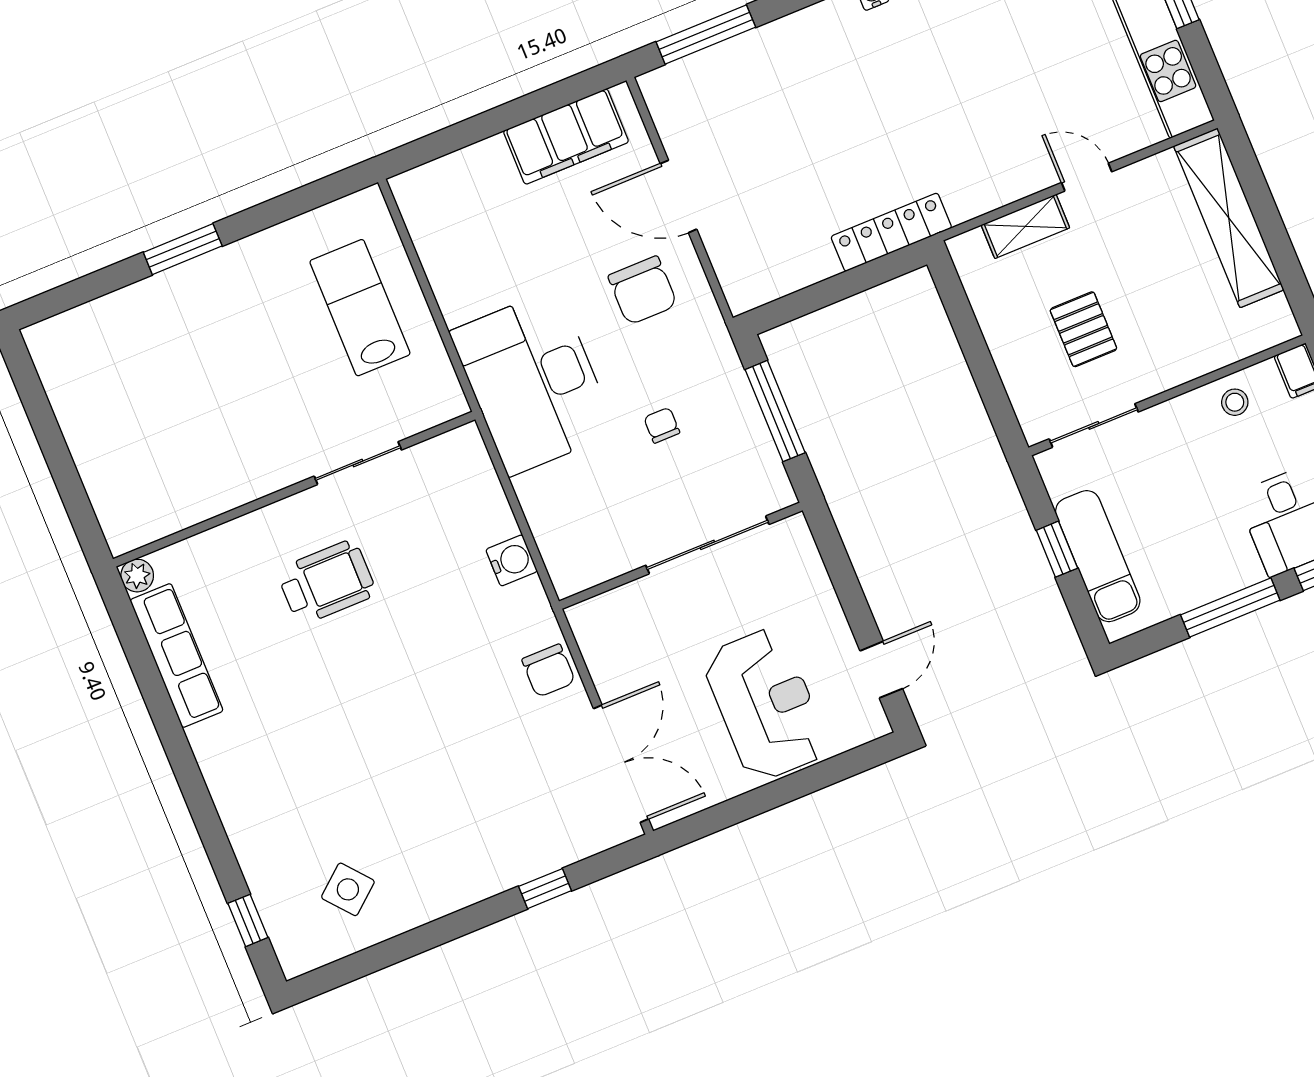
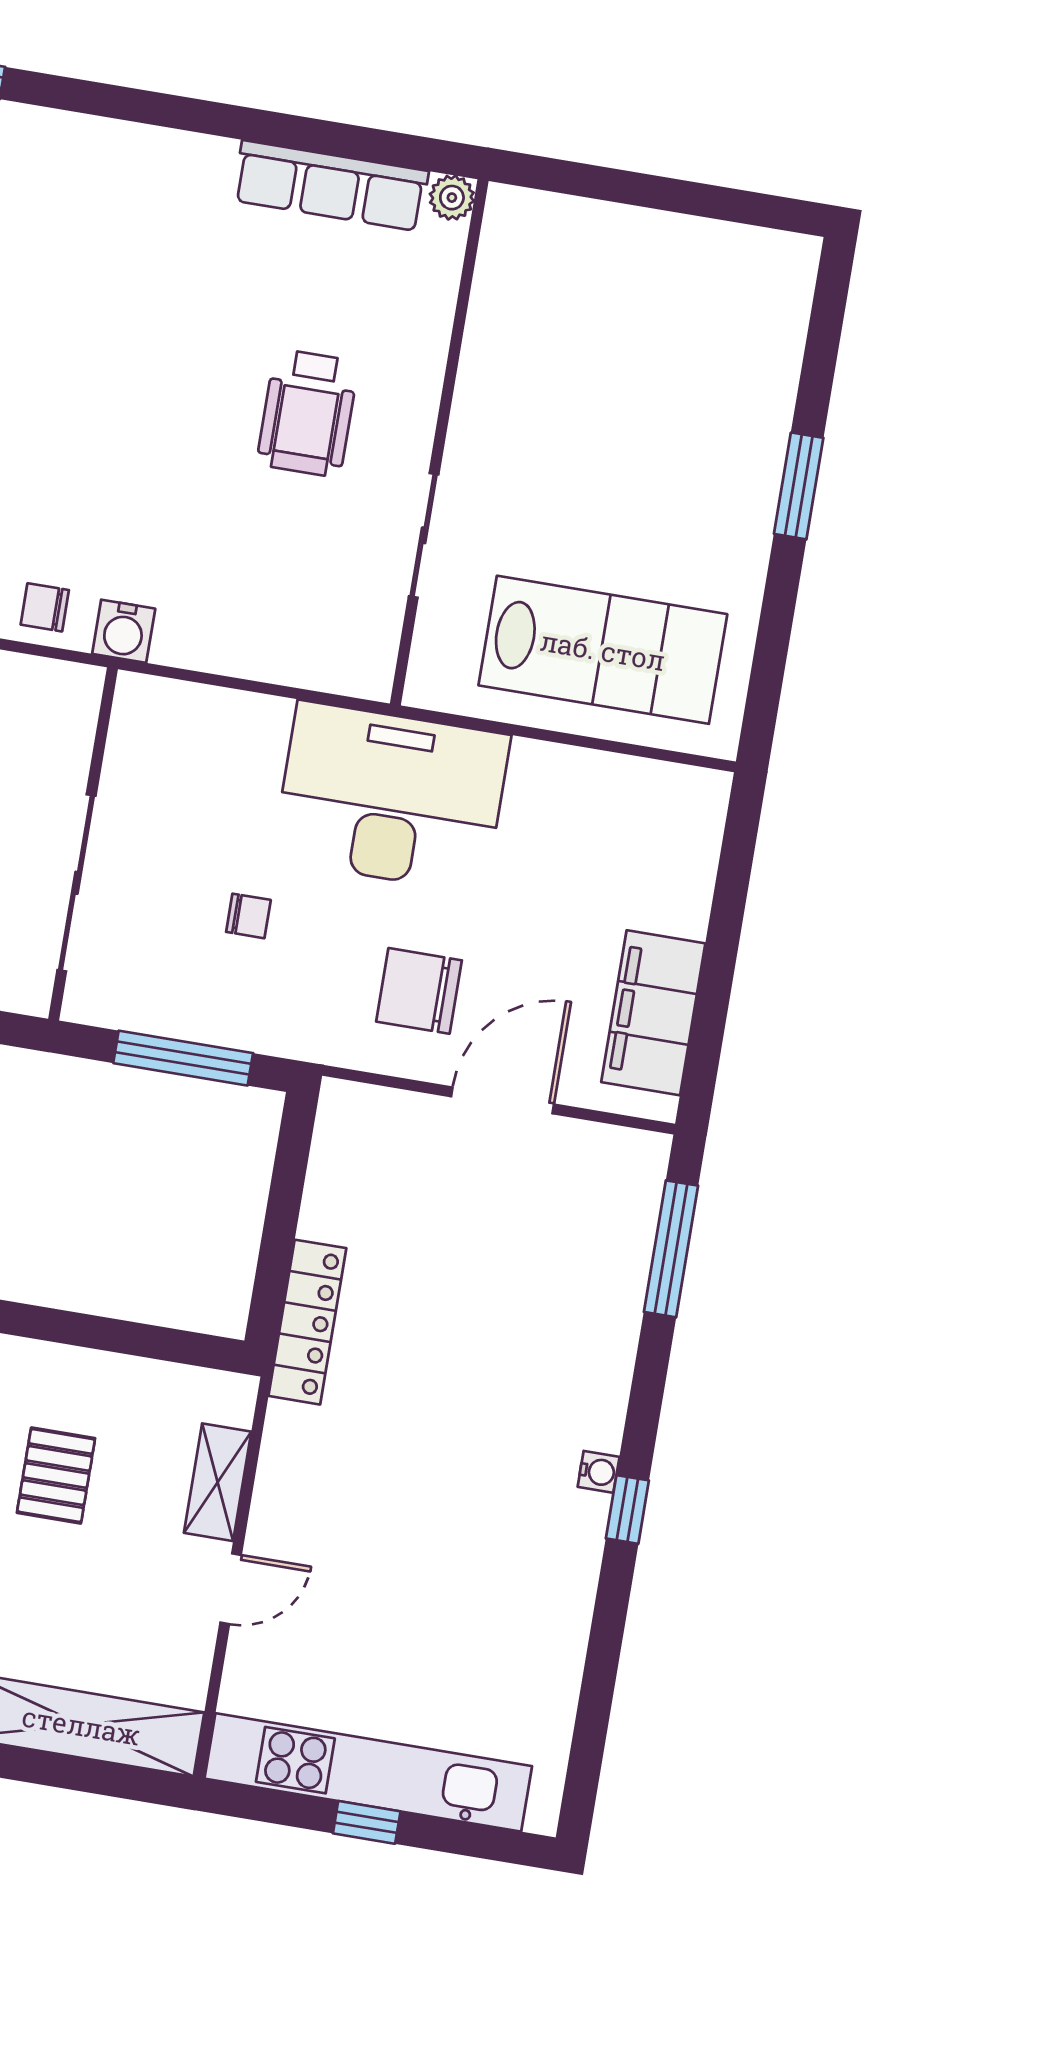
lab bench: (360, 308) -> (603, 650), width x1.36, depth x1.39
pallet: (1083, 329) -> (56, 1476), turned 90
water cooler: (512, 560) -> (124, 631), moved
chair: (549, 671) -> (45, 607), width x0.73, depth x0.73

